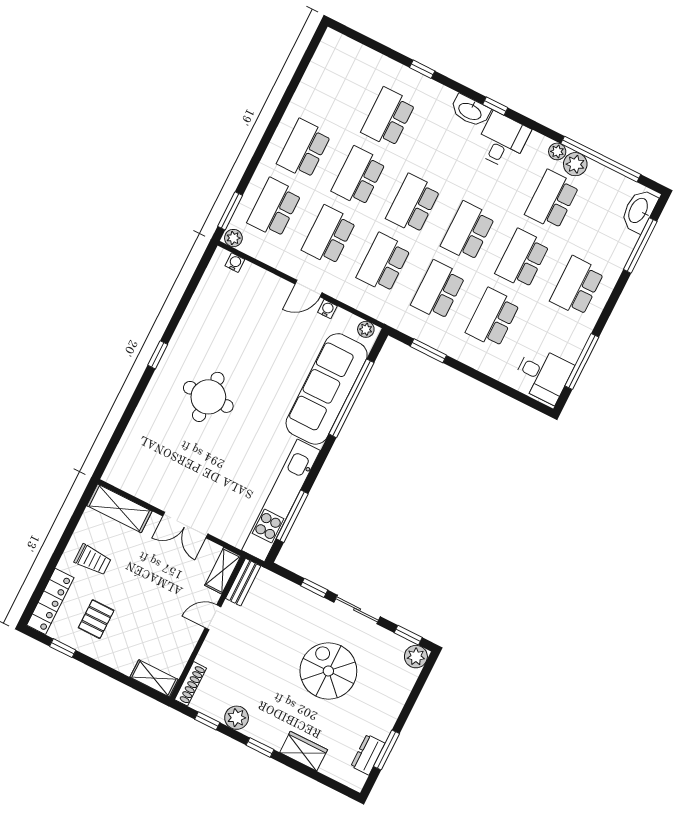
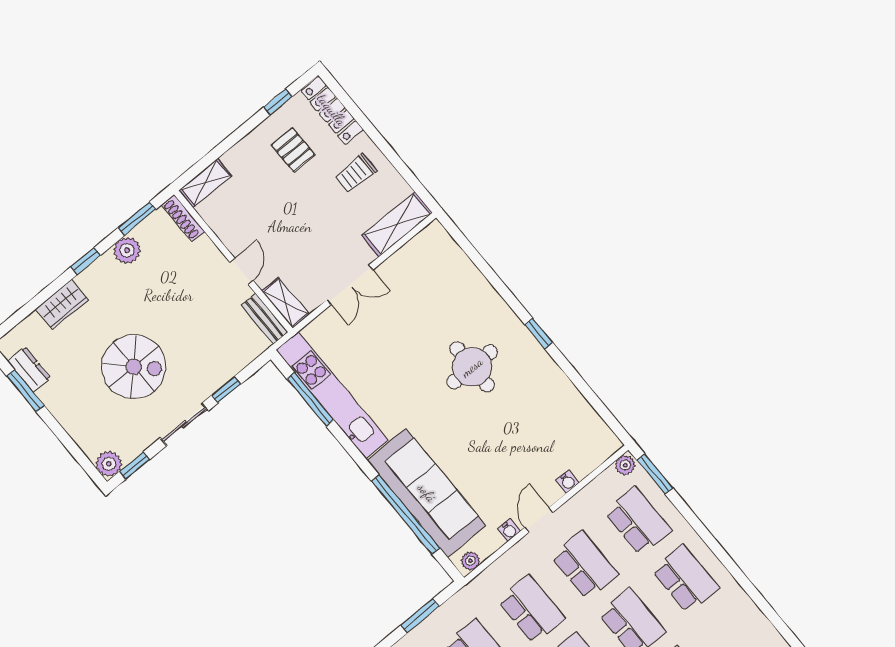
water cooler: (235, 263) -> (567, 482), moved
double door: (185, 525) -> (350, 285), swing flipped
window: (207, 721) -> (137, 219), width x1.50

